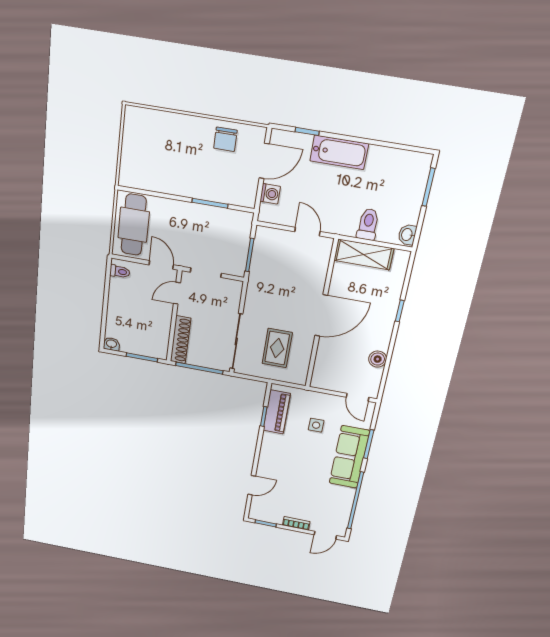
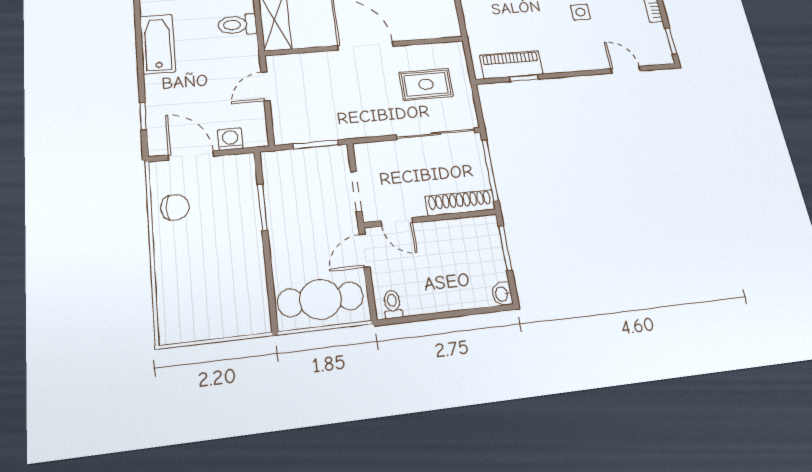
bathtub: (339, 152) -> (158, 44), moved
side table: (316, 425) -> (580, 12), moved

